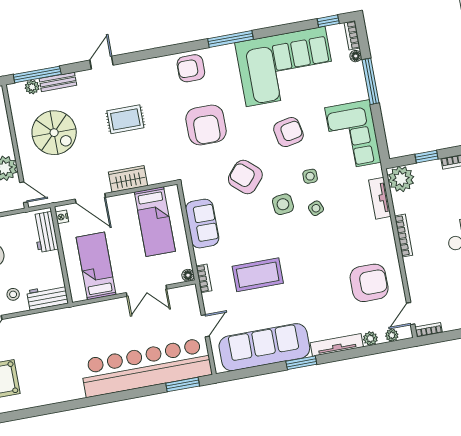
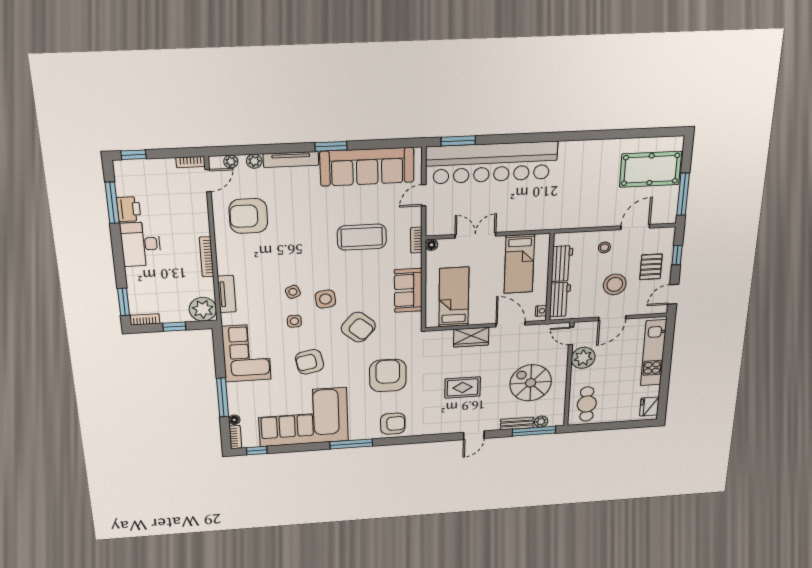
workbench: (47, 297) -> (562, 264), moved, turned -90

